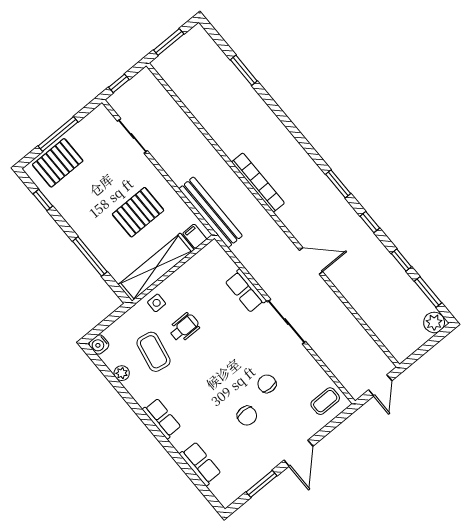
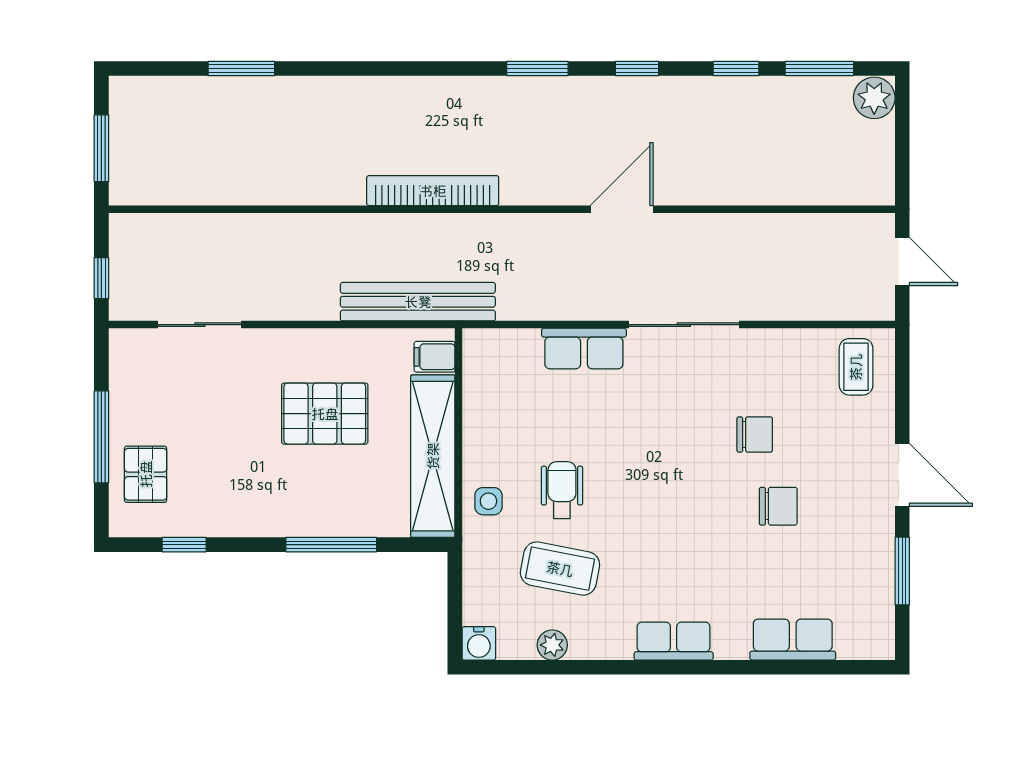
pallet: (58, 163) -> (146, 474), width x0.67, depth x0.71
pallet: (138, 212) -> (325, 414), turned 90
chair: (267, 384) -> (755, 435), turned 180

